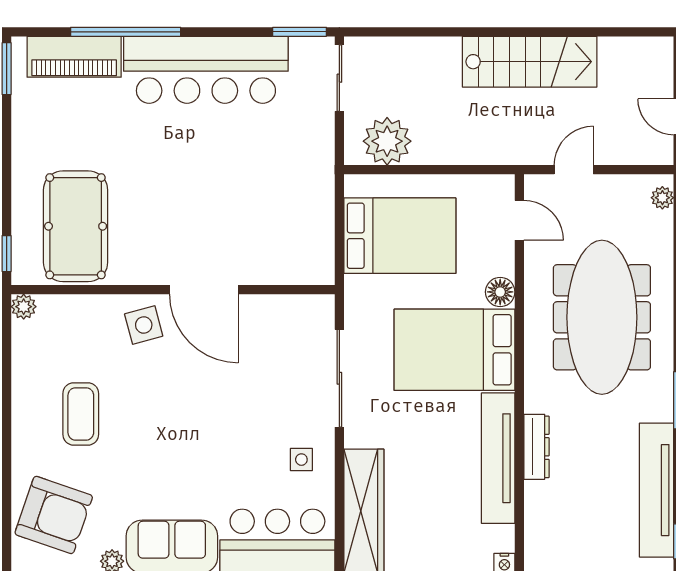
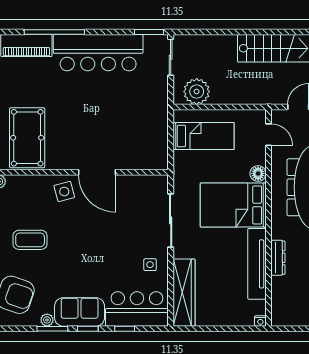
bed: (400, 236) -> (204, 136), width x0.67
coffee table: (81, 414) -> (30, 240), turned 90

